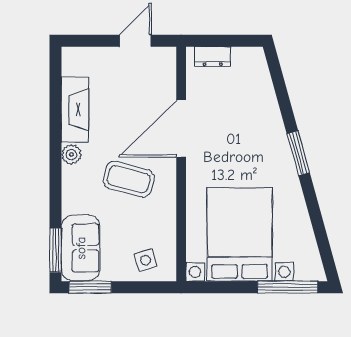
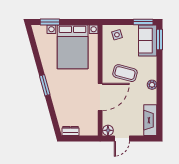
dresser: (213, 57) -> (71, 131), moved
floor lamp: (165, 58) -> (108, 130), added
fireplace: (75, 110) -> (150, 120), moved
window: (288, 287) -> (50, 22), width x0.69

